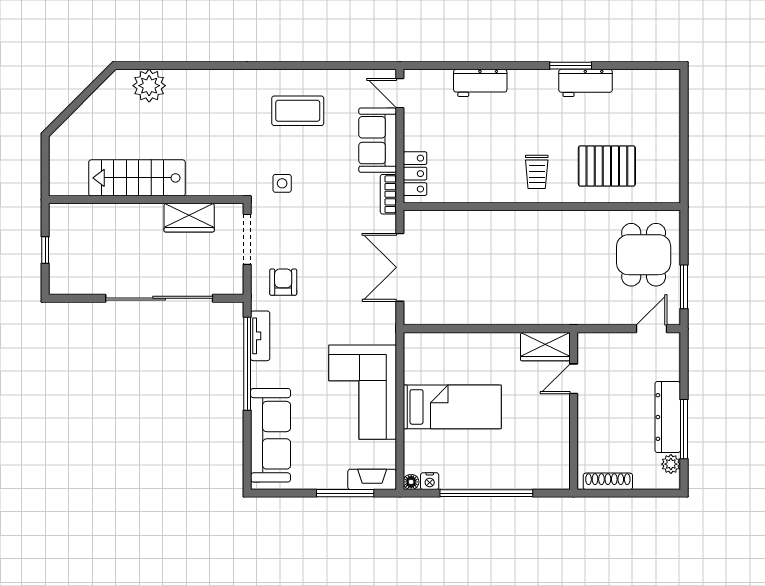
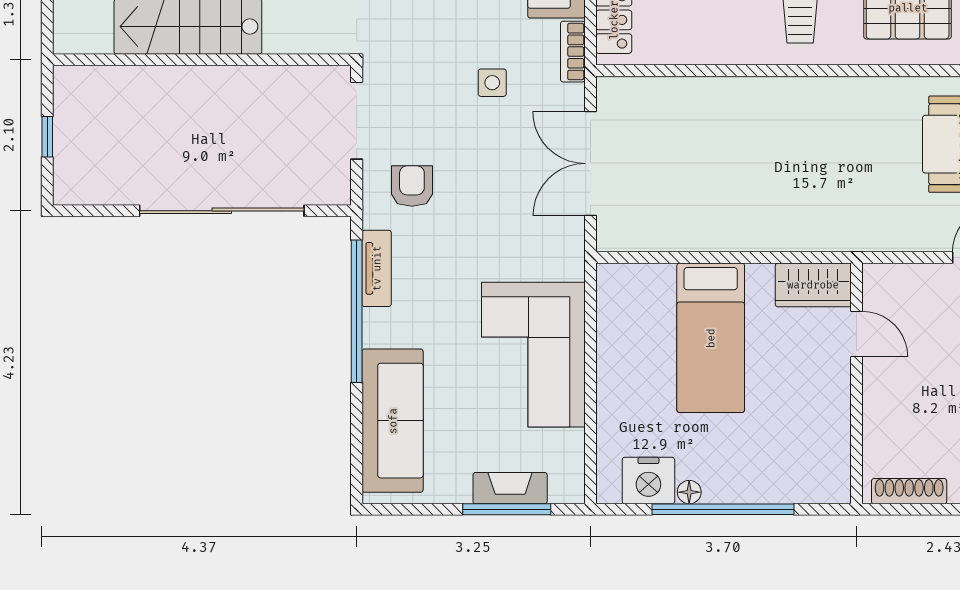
side table: (282, 183) -> (492, 83), moved
wardrobe: (189, 218) -> (268, 87), removed
door: (574, 379) -> (857, 334), swing flipped
bed: (452, 407) -> (711, 338), moved, turned 90
fireplace: (372, 479) -> (510, 488), moved
nightstand: (430, 481) -> (648, 481), width x1.89, depth x1.79
floor lamp: (411, 482) -> (689, 492), moved

